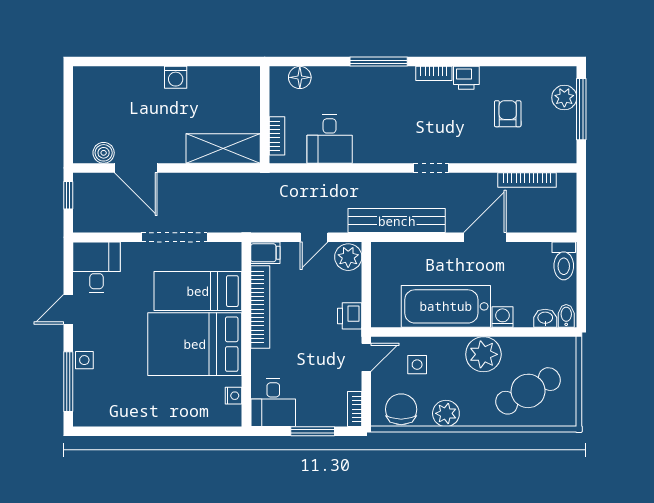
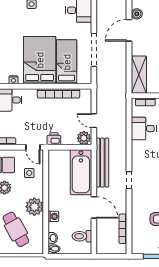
filing cabinet: (265, 253) -> (86, 96), removed
toilet: (564, 261) -> (82, 236), moved
bathtub: (446, 306) -> (81, 172), moved, turned 180

